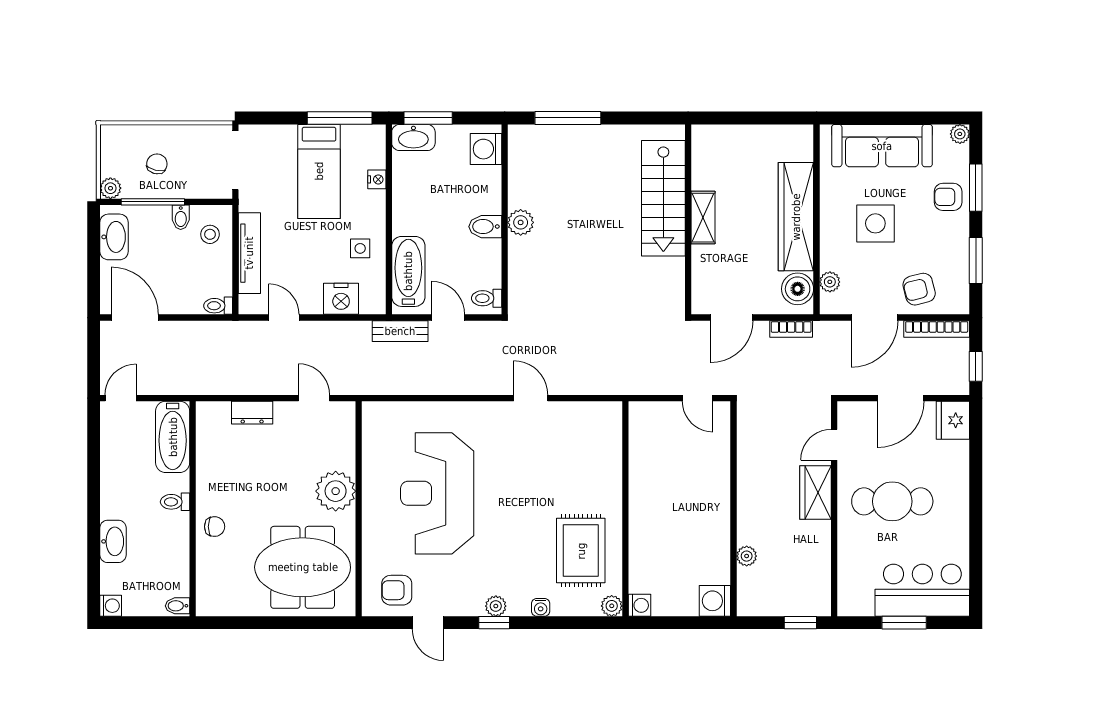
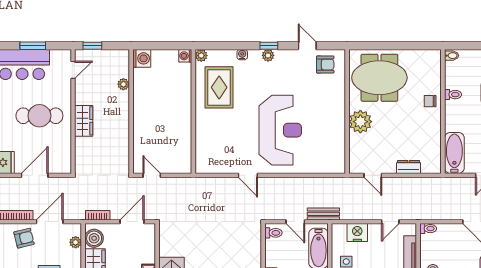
door: (284, 318) -> (390, 222), hinge flipped
door: (834, 445) -> (73, 70), moved
reception desk: (437, 493) -> (280, 130), moved
toilet: (175, 502) -> (453, 95), moved

